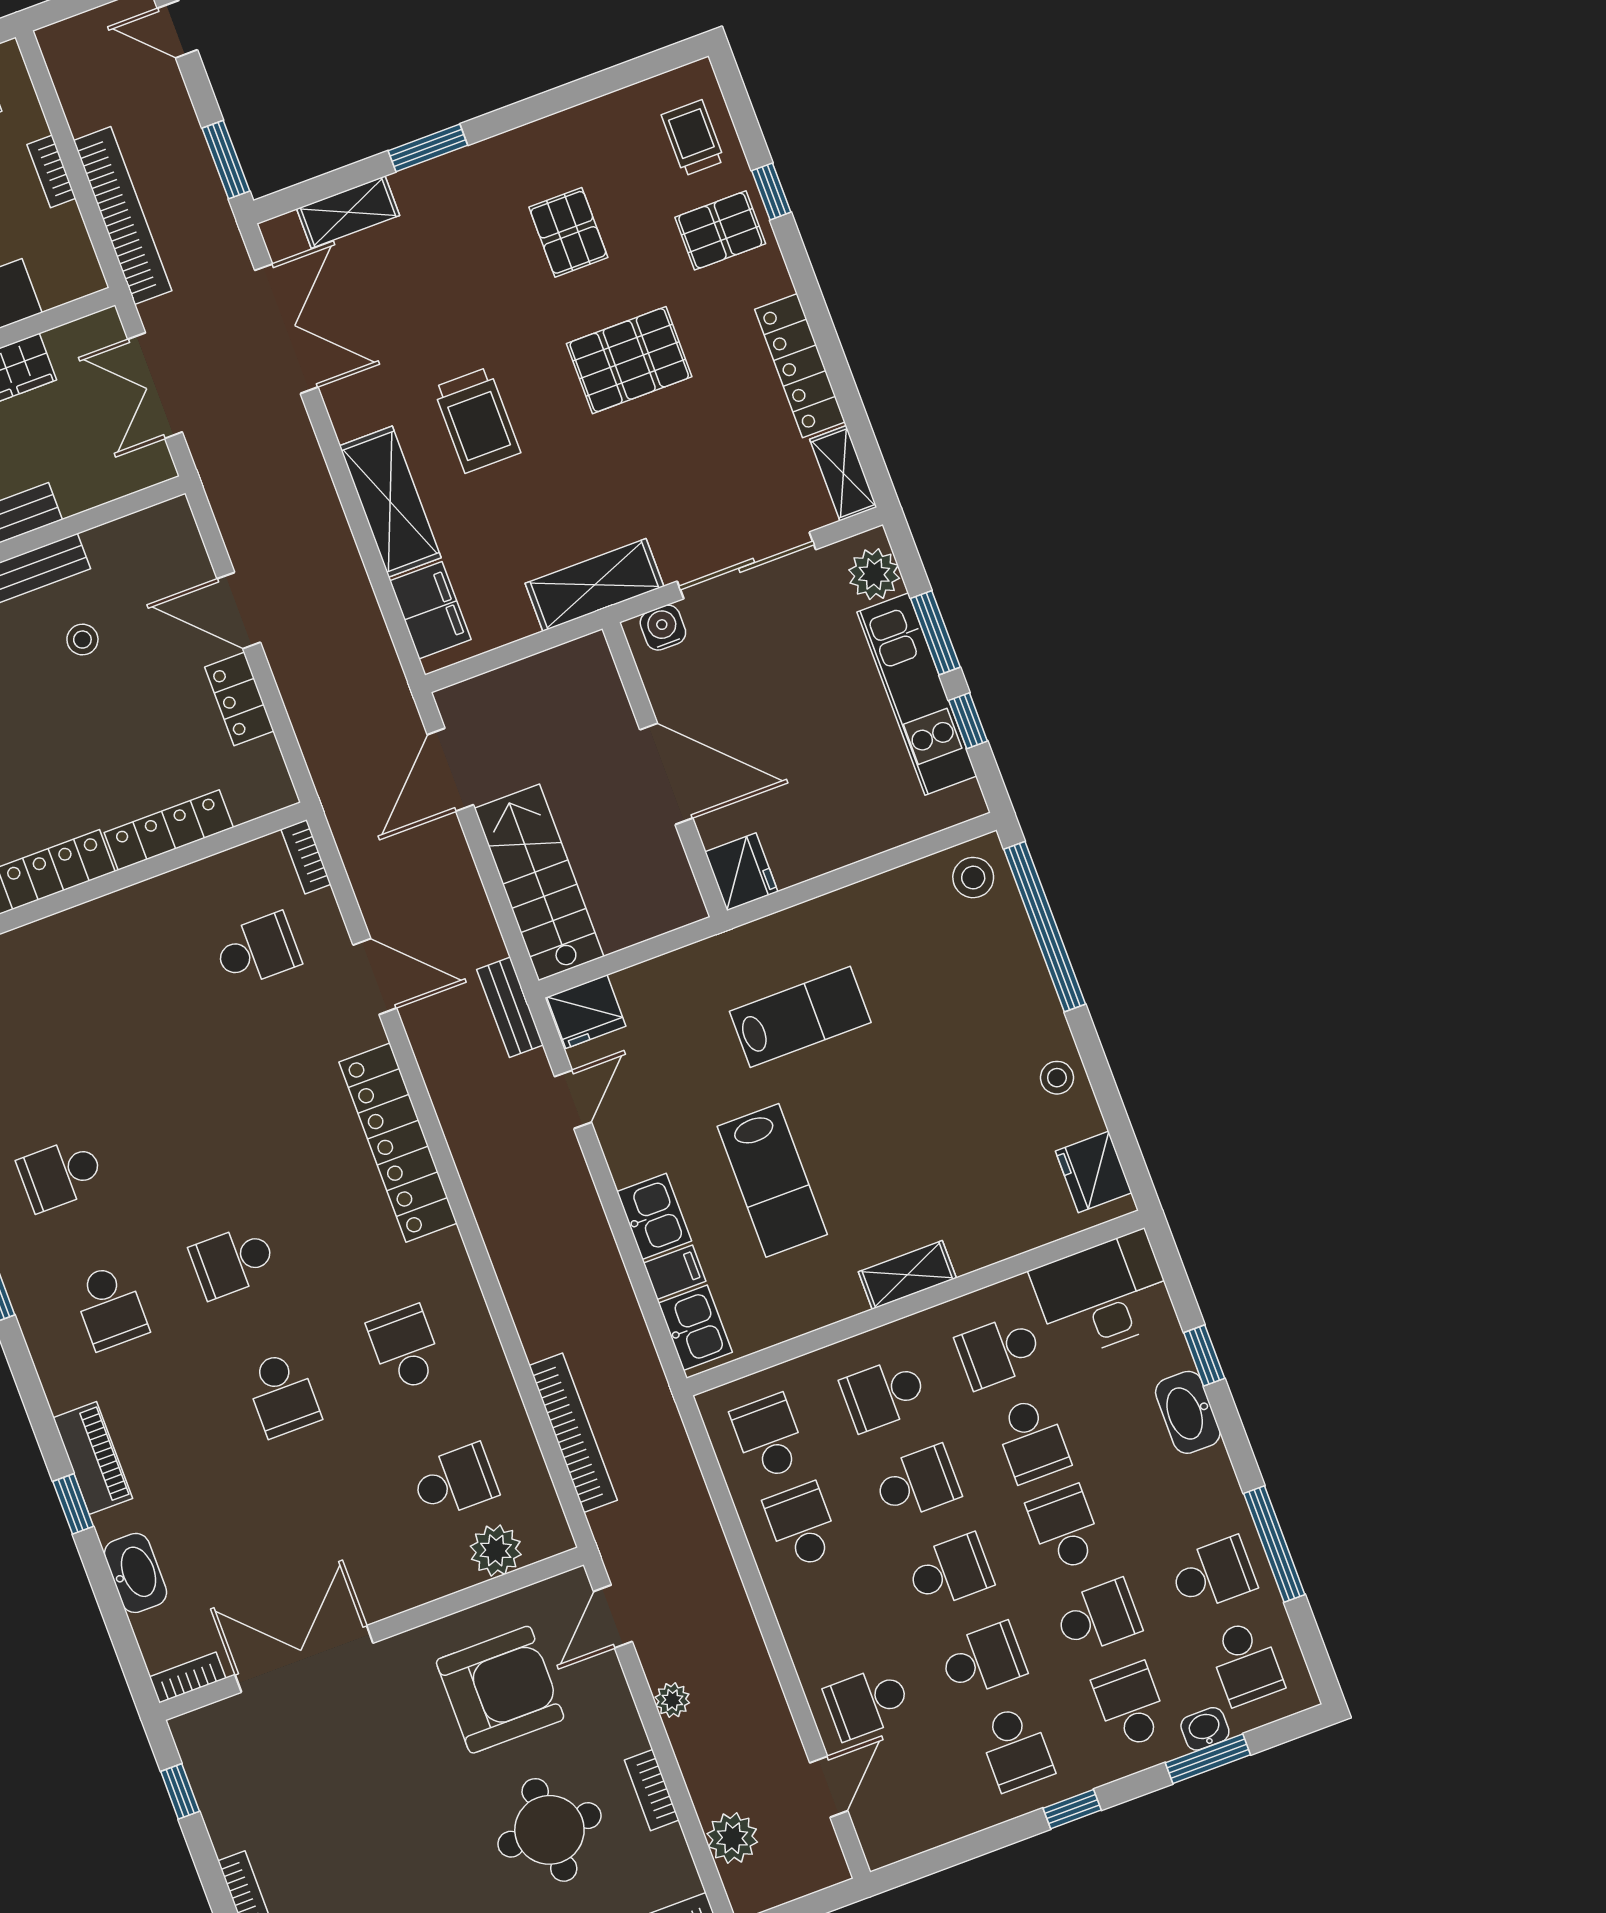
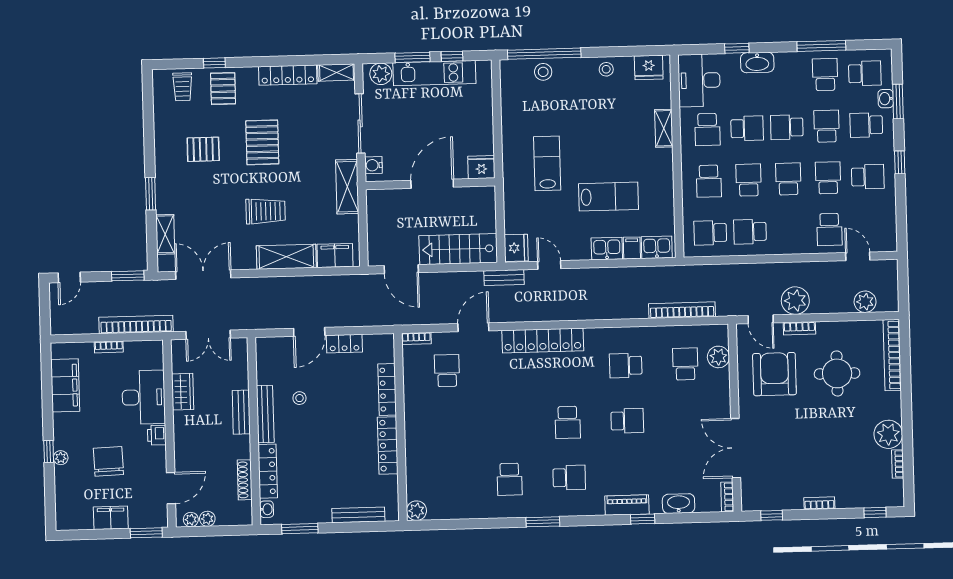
trolley: (693, 138) -> (182, 87), turned -90
stool: (973, 878) -> (543, 72), moved
shelving: (907, 1275) -> (664, 128), moved
plant: (672, 1700) -> (795, 301), width x1.88, depth x1.88
bookcase: (652, 1790) -> (799, 328), moved

